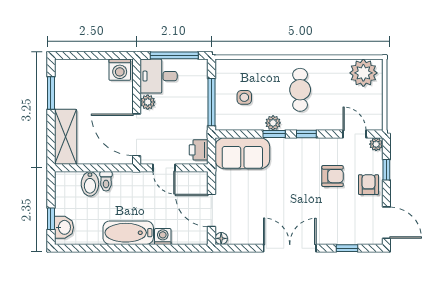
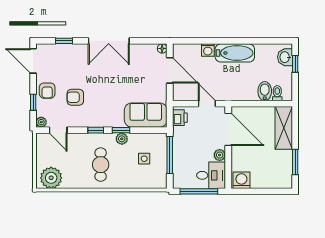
toilet: (106, 181) -> (277, 93), moved

